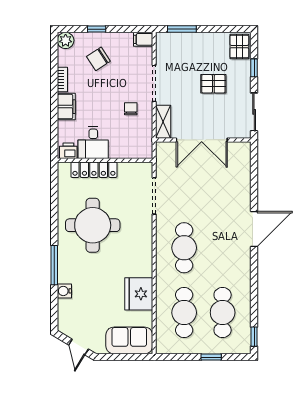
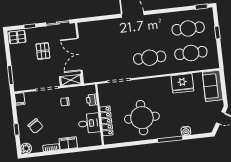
double door: (202, 140) -> (80, 54), swing flipped
printer: (68, 151) -> (92, 100), moved

